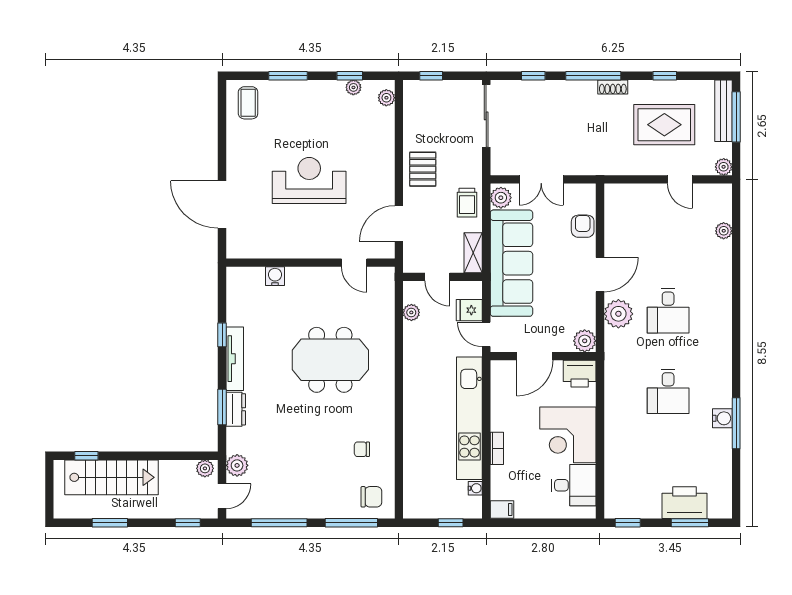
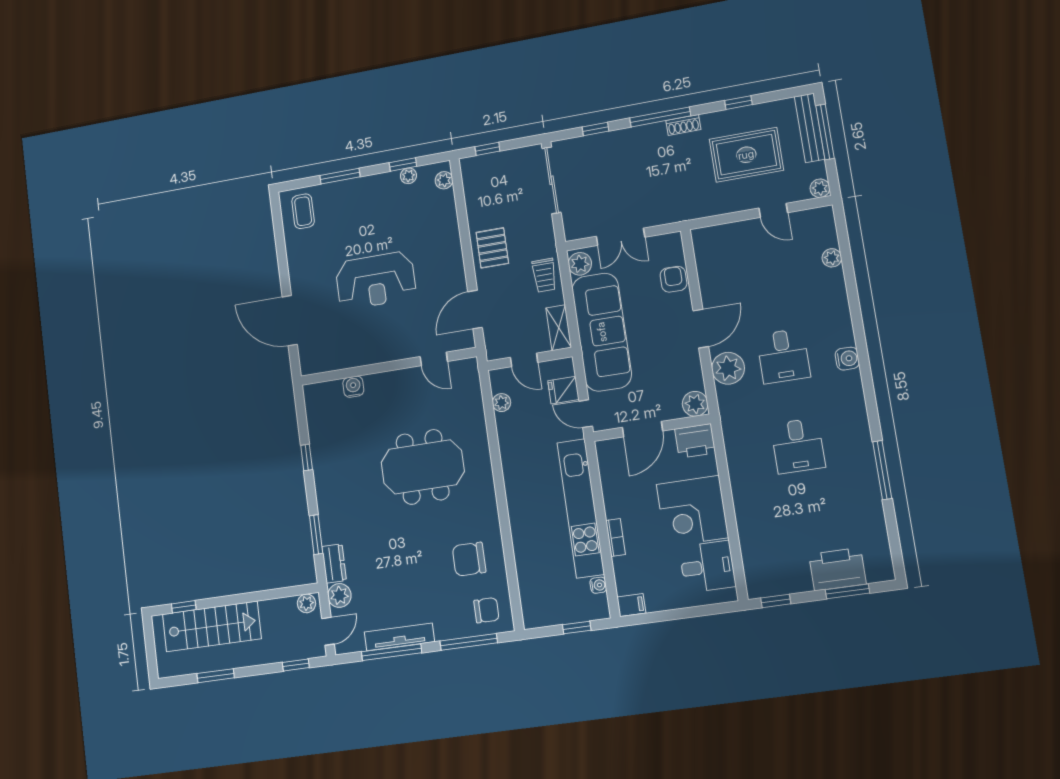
reception desk: (309, 180) -> (376, 280), turned 180
tv unit: (235, 359) -> (399, 637), moved, turned -90
dresser: (236, 409) -> (334, 563), moved
water cooler: (722, 418) -> (847, 359), moved
chair: (362, 449) -> (469, 559), width x1.87, depth x1.87

